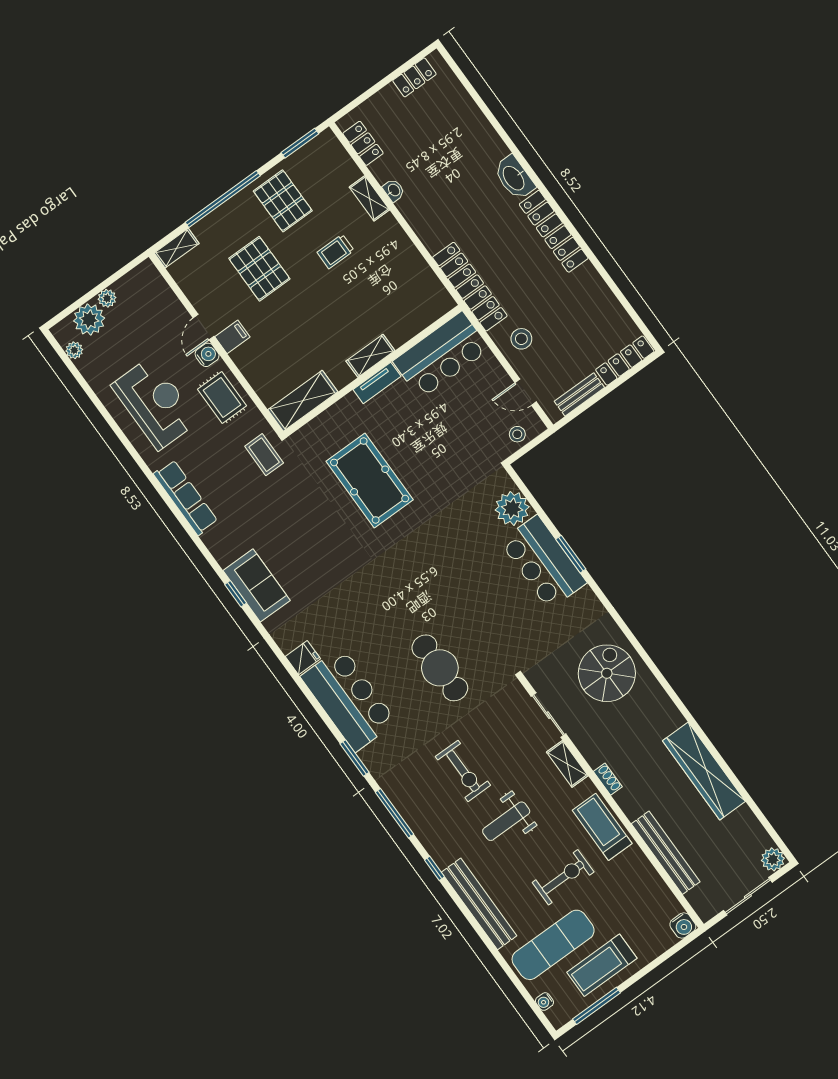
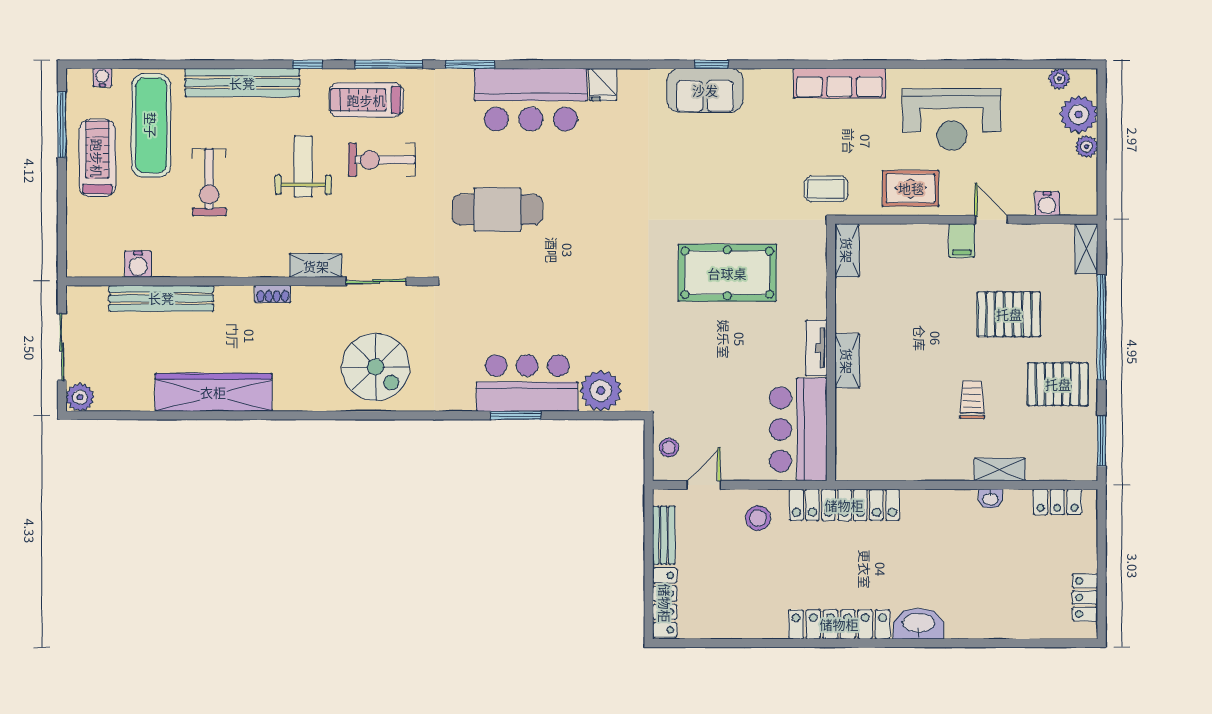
water cooler: (207, 355) -> (1047, 204), moved
shelving: (303, 401) -> (847, 250), width x0.67, depth x0.75
treadmill: (602, 827) -> (366, 100), moved, turned 180
water cooler: (683, 926) -> (138, 264), moved, turned -90

